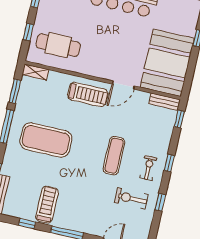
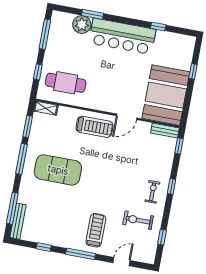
exercise mat: (114, 156) -> (121, 182), removed
window: (160, 202) -> (162, 237), moved
treadmill: (47, 205) -> (96, 230), moved

